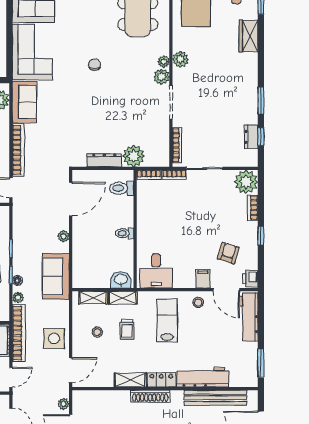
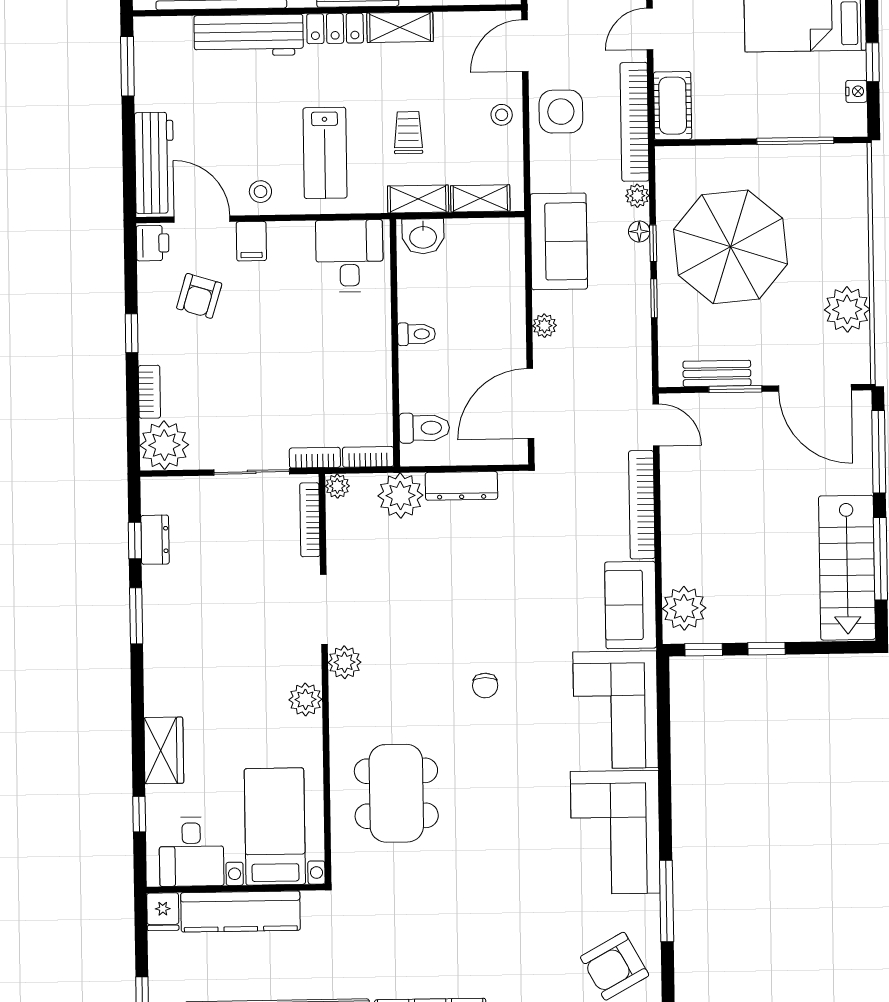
plant: (164, 62) -> (337, 486), moved
stool: (97, 332) -> (502, 115), moved

